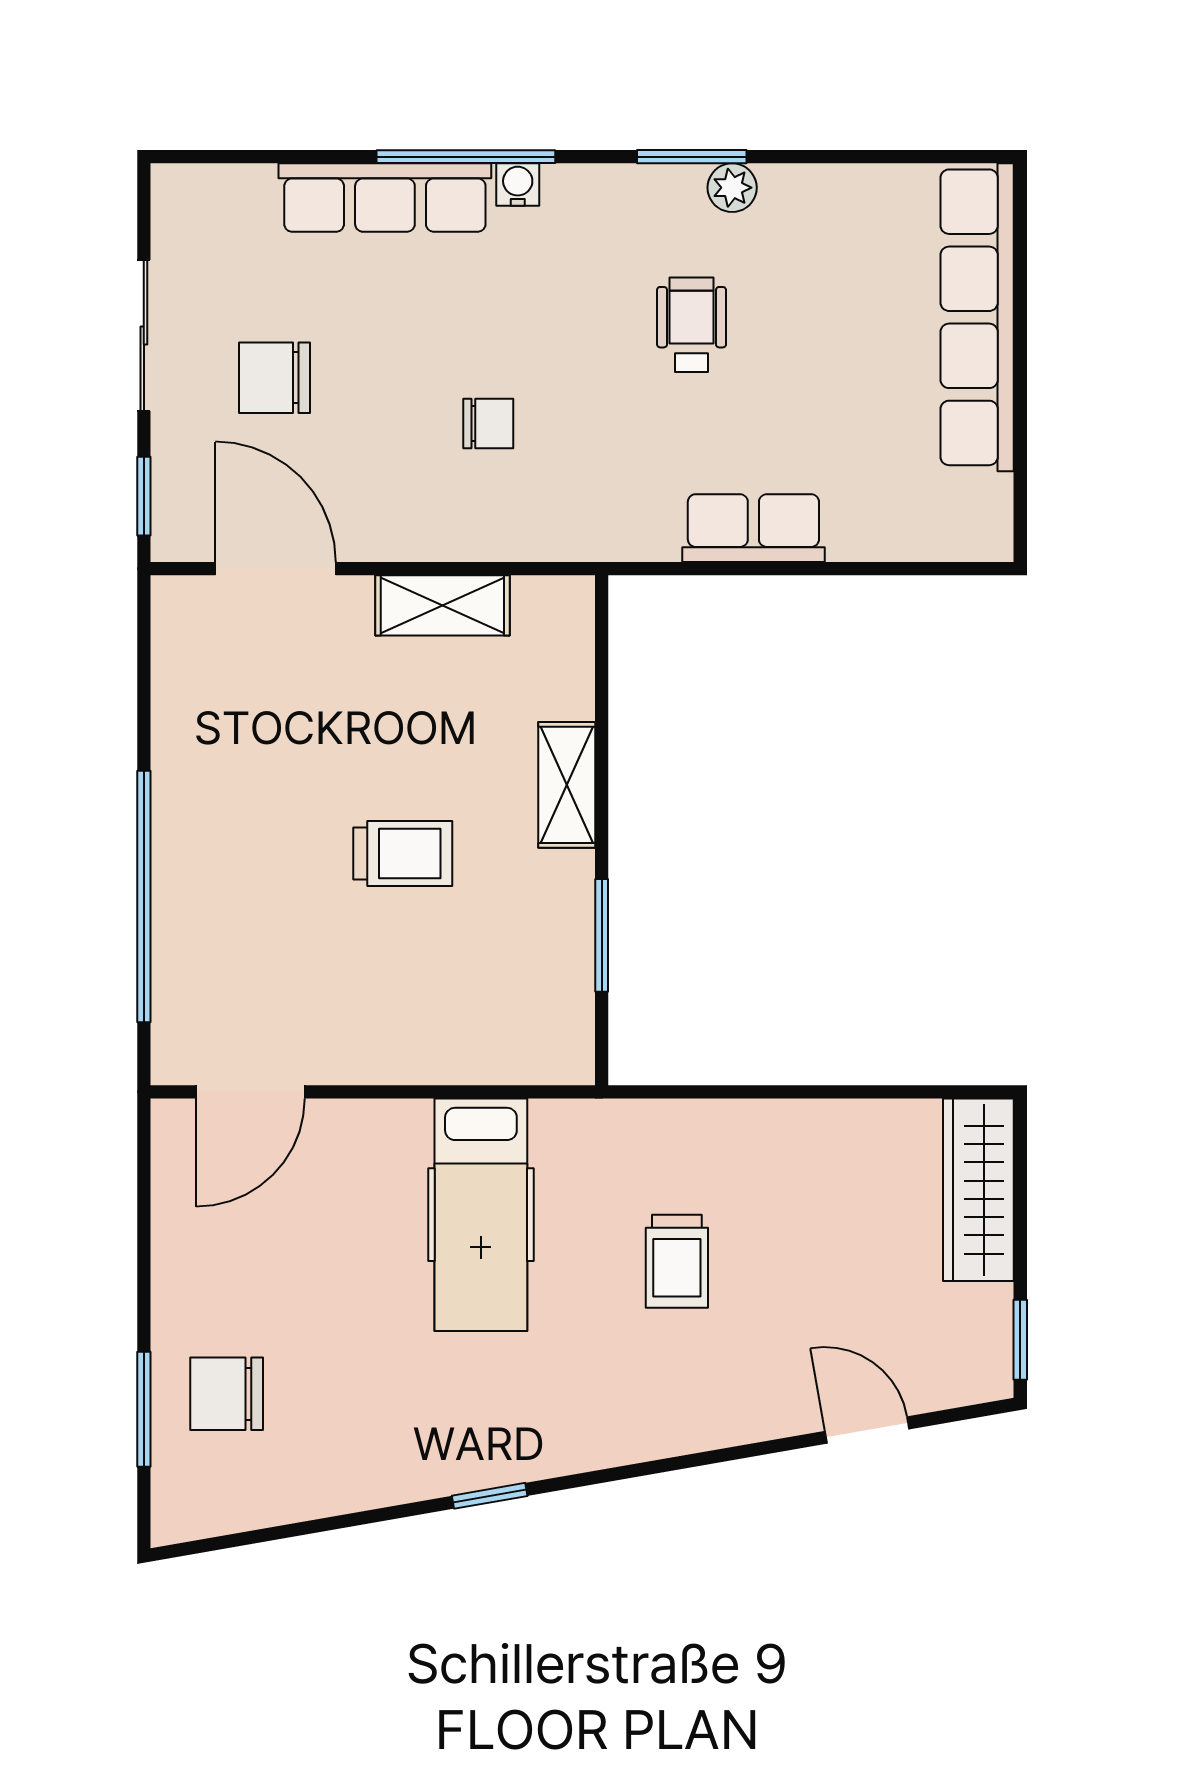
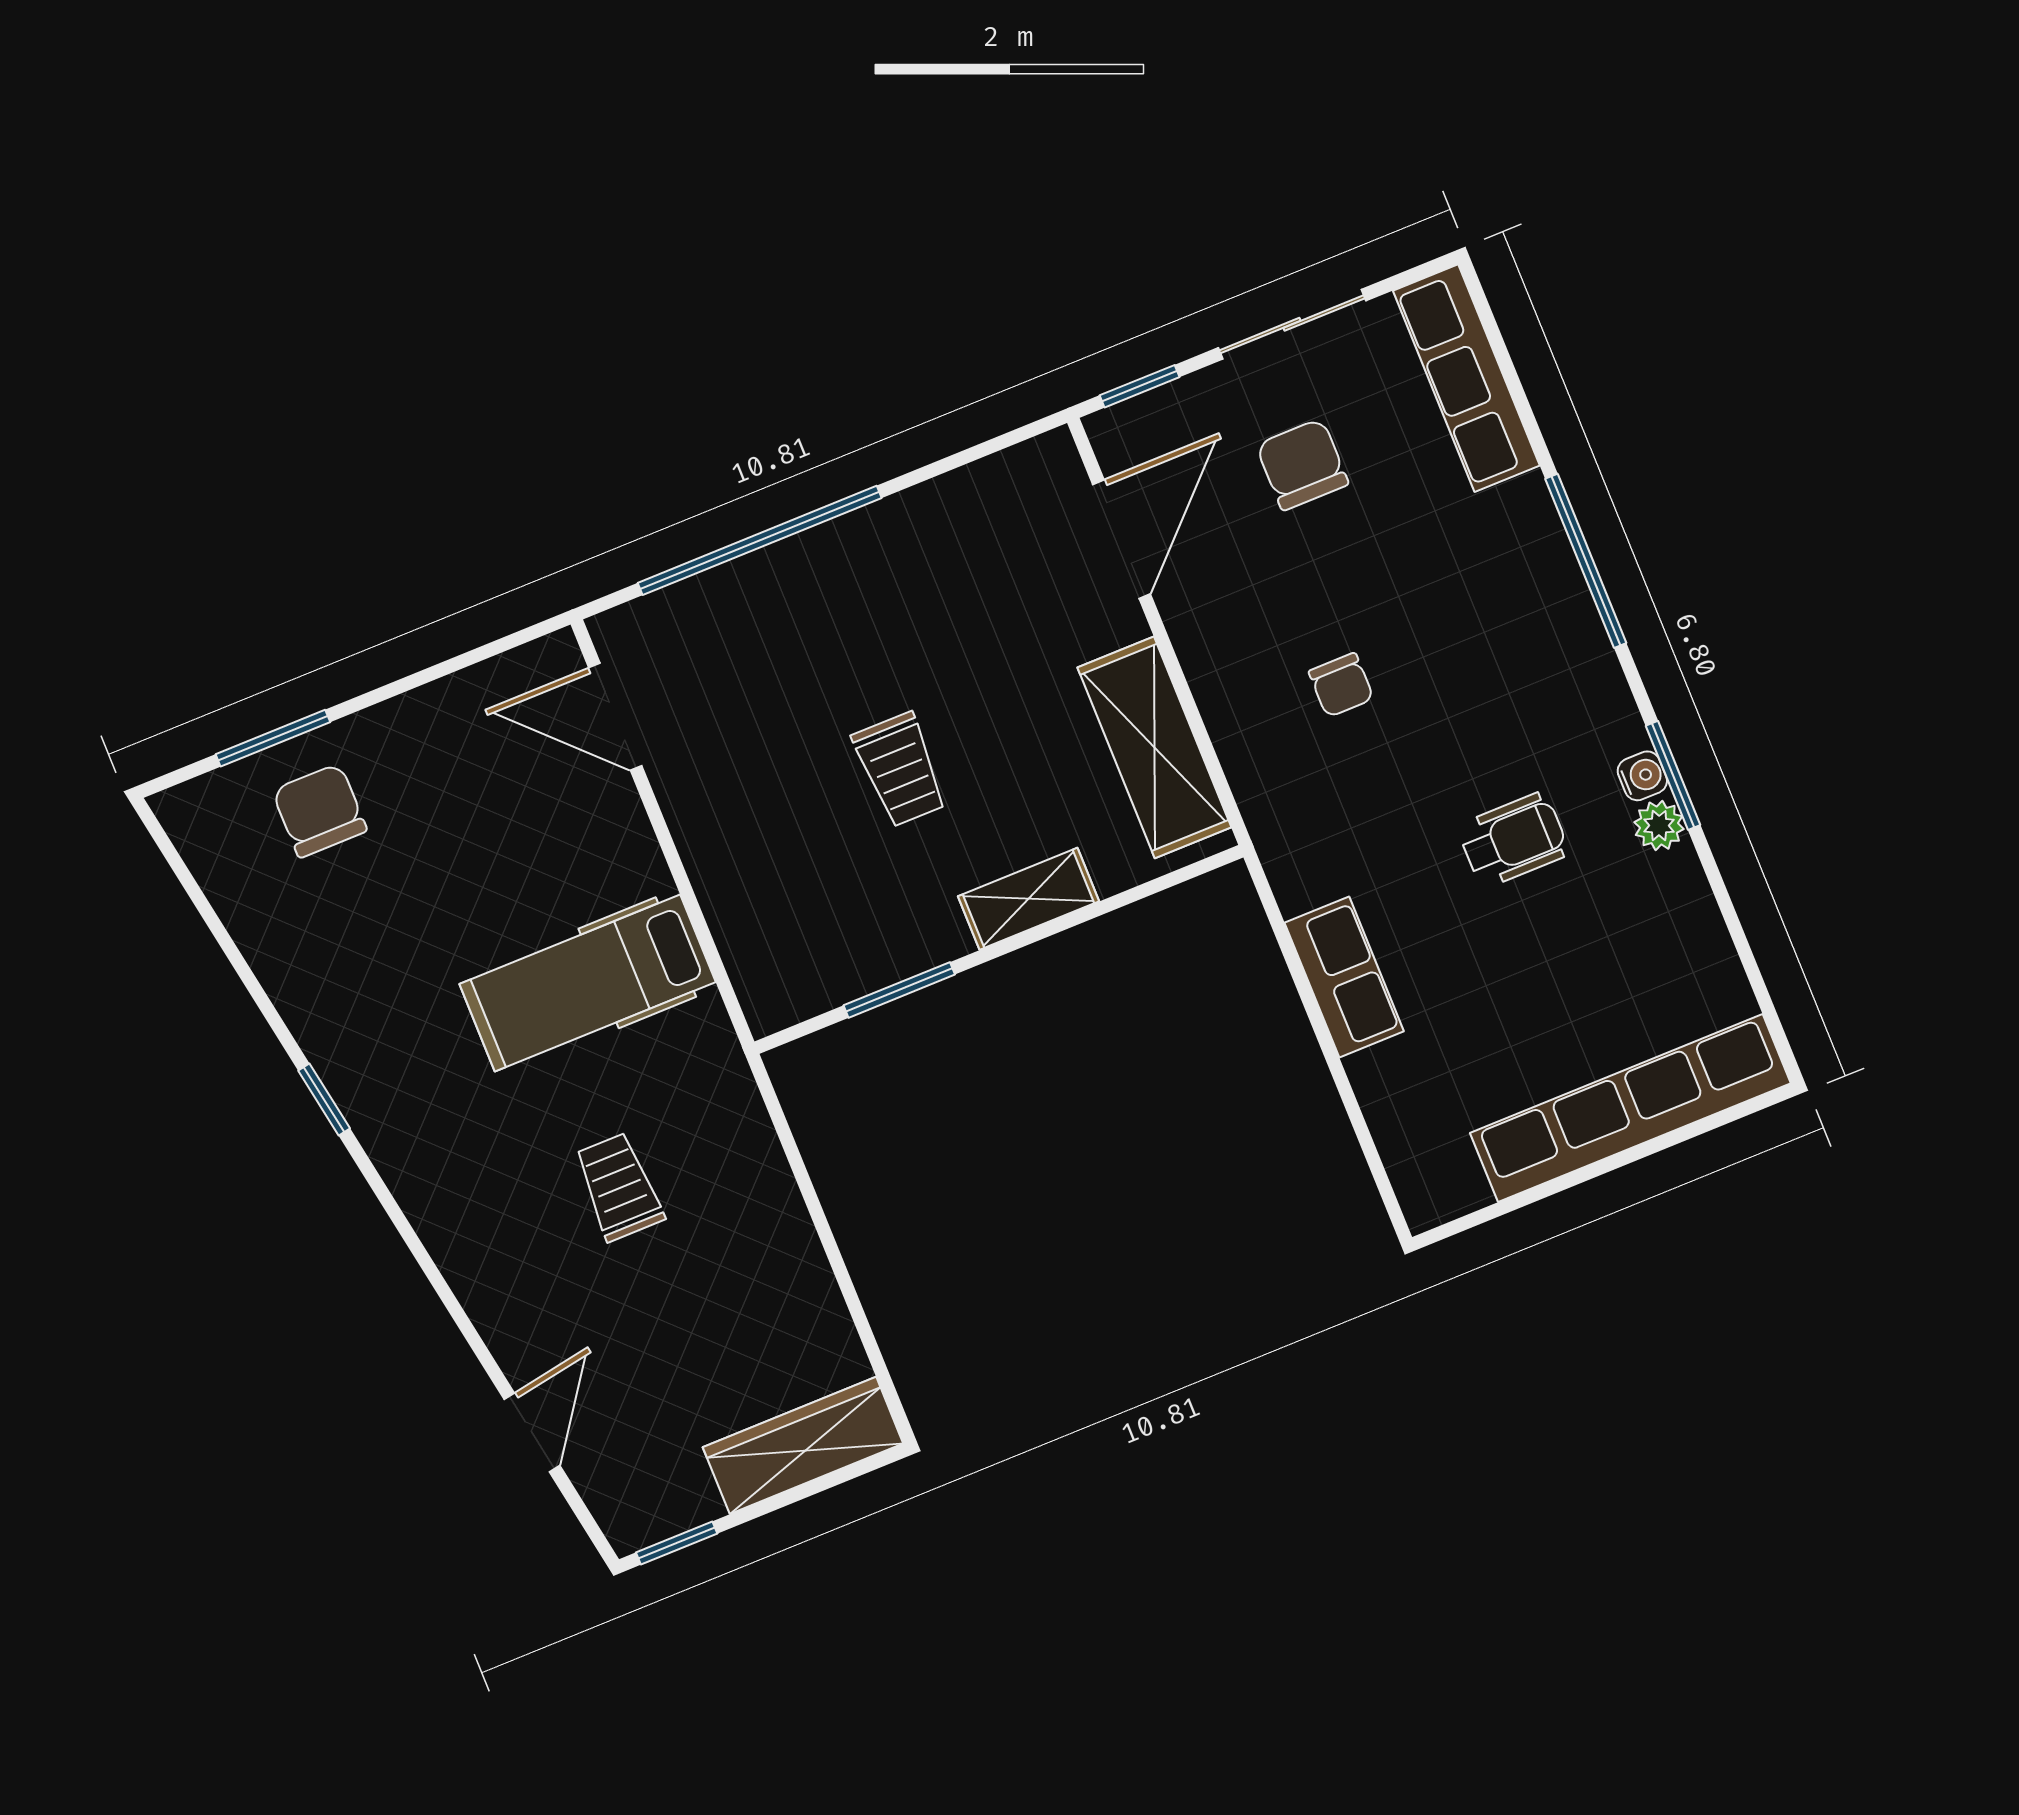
water cooler: (518, 184) -> (1642, 776), moved
row of seats: (385, 198) -> (1466, 378), moved
shelving: (442, 605) -> (1154, 747), width x1.50, depth x1.33
trolley: (677, 1261) -> (619, 1187), turned 90

